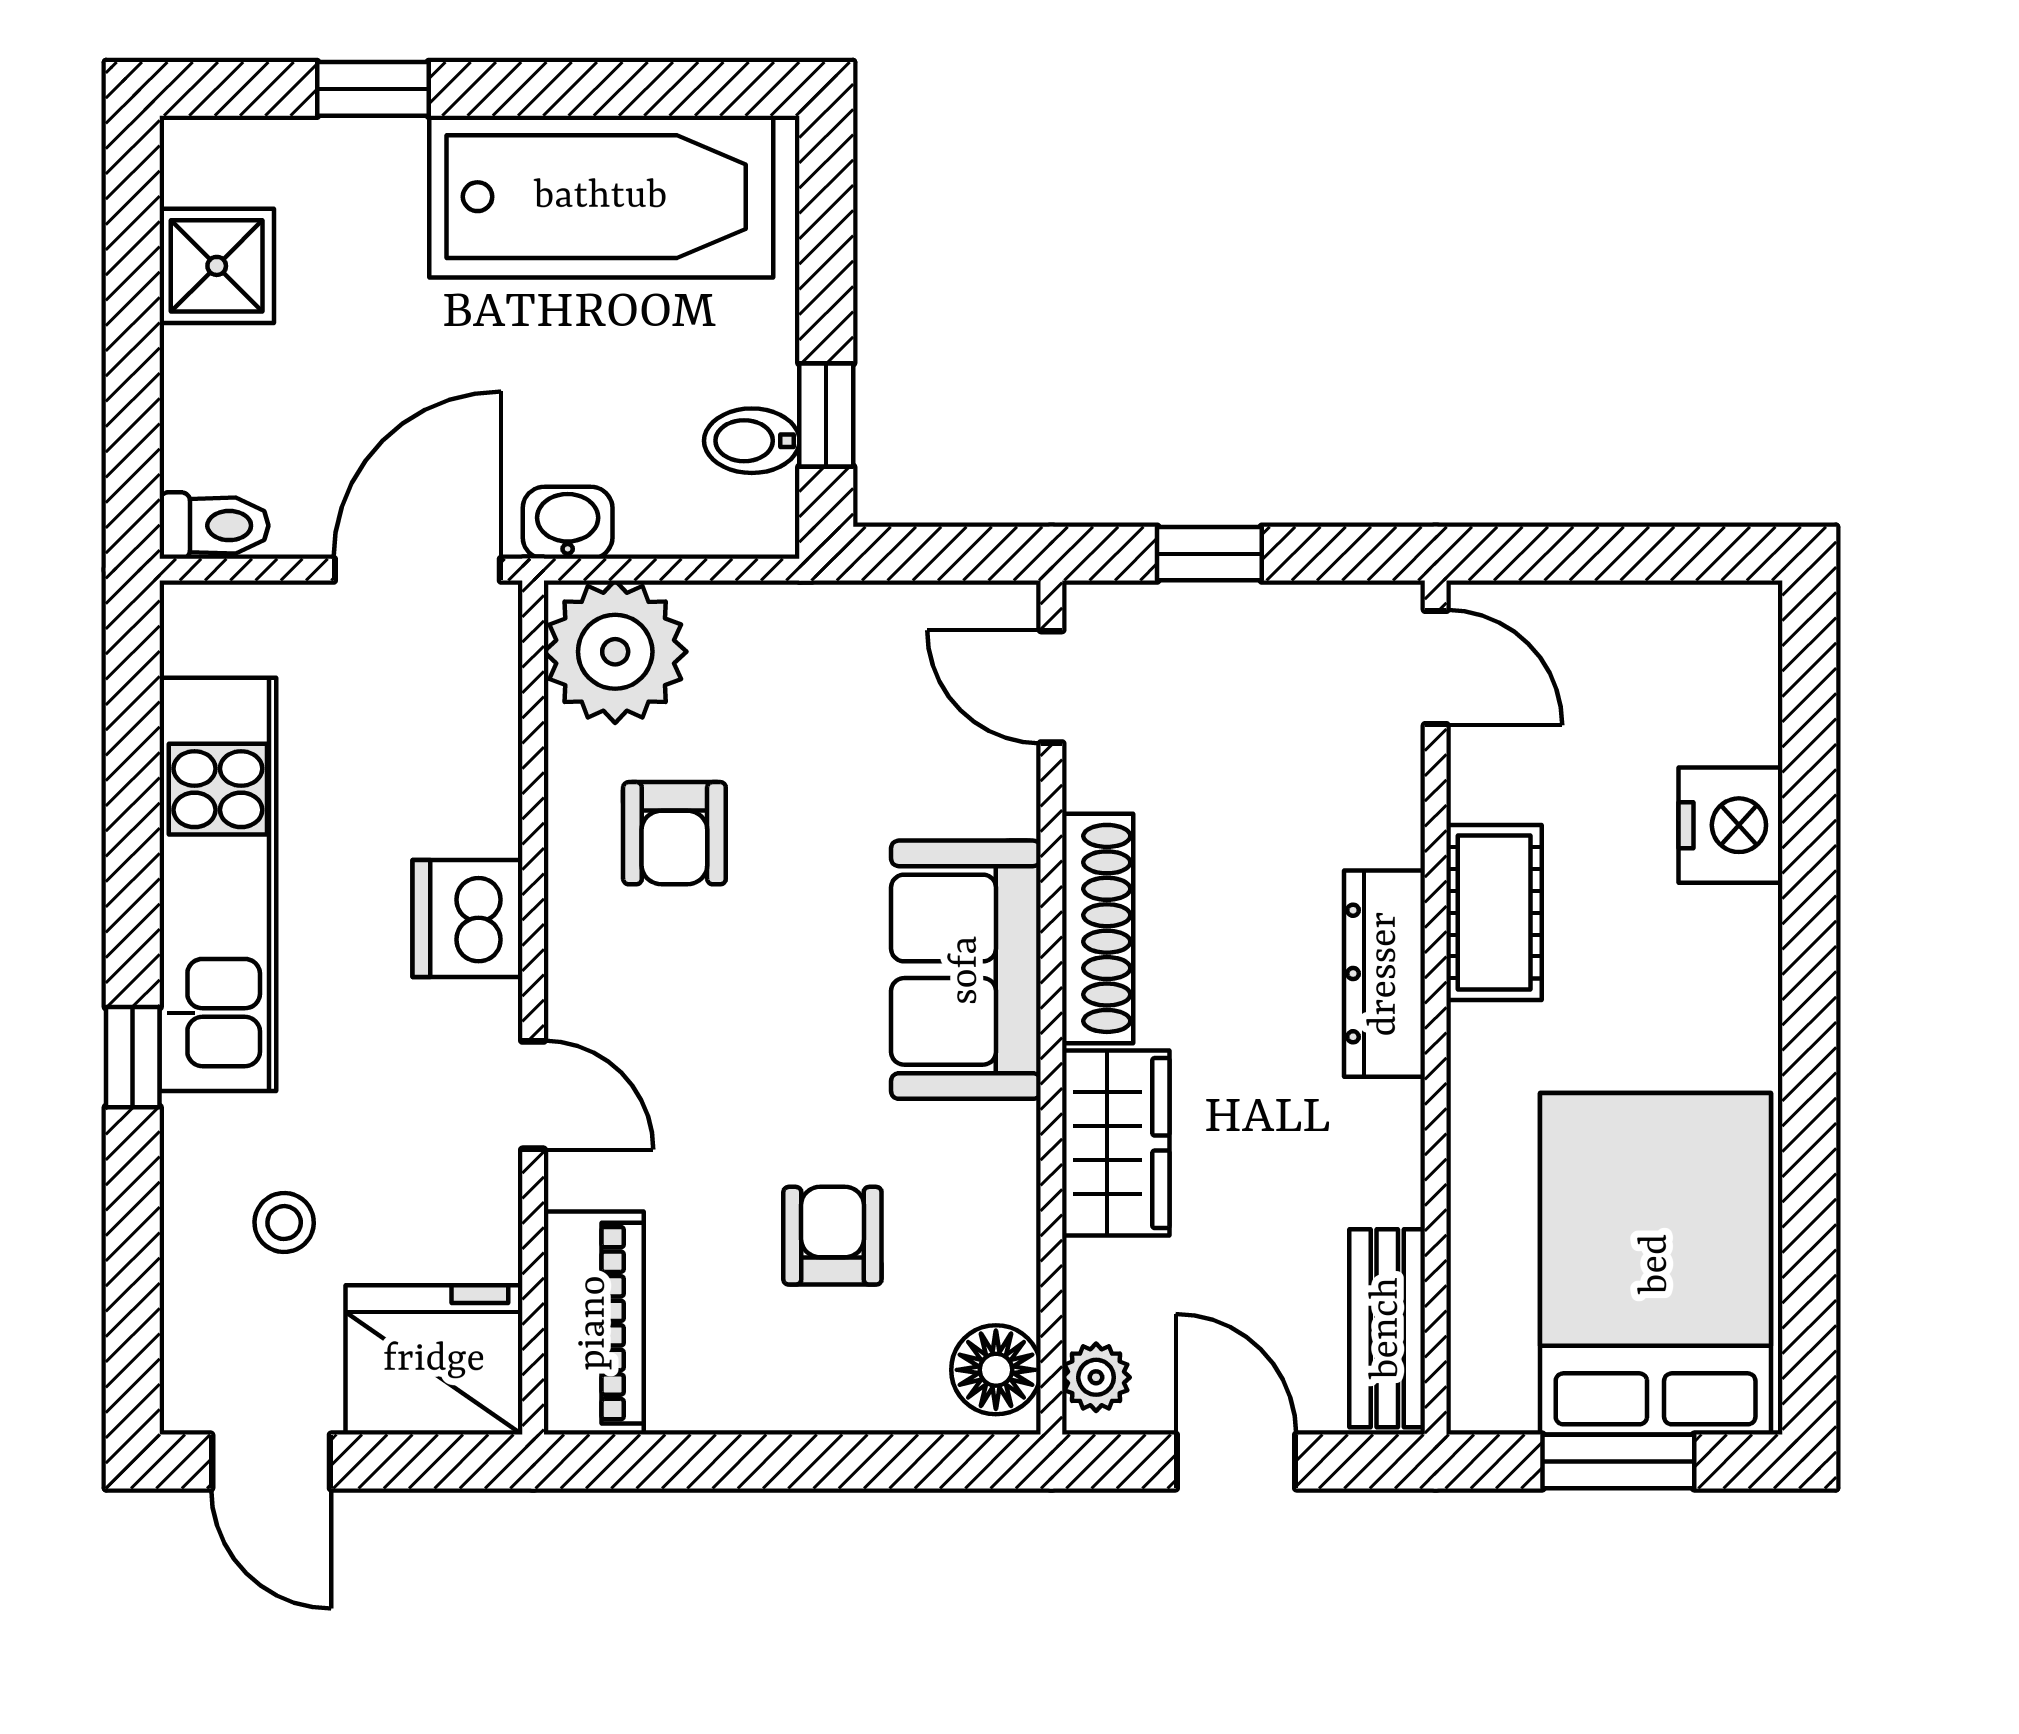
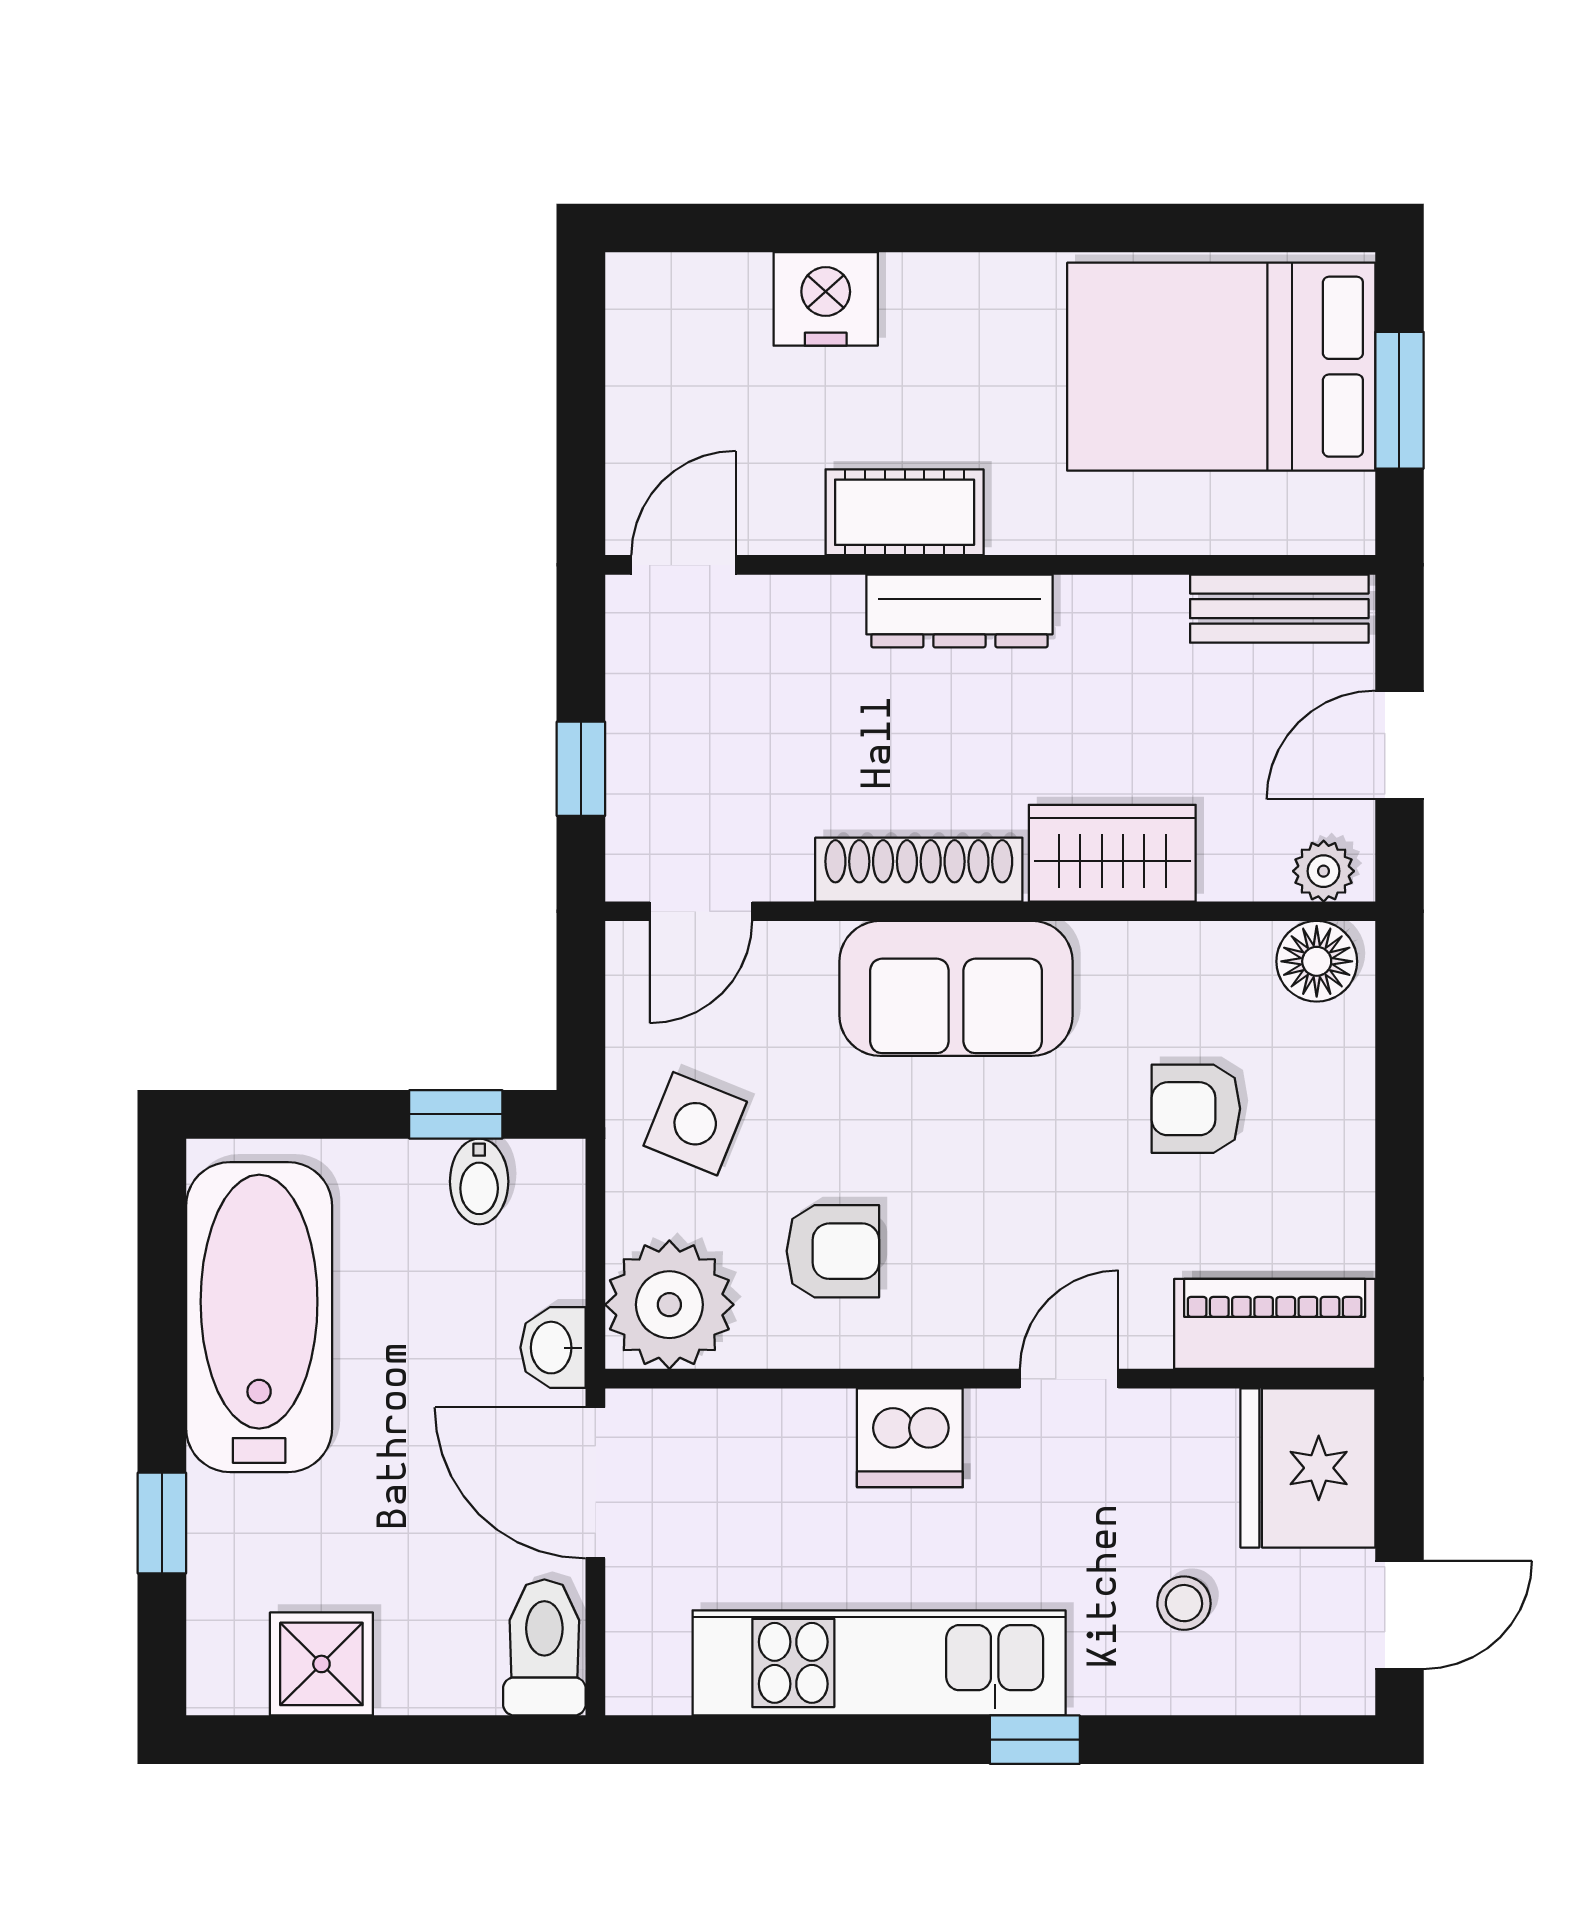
toilet: (214, 526) -> (544, 1647), width x1.37, depth x1.39
side table: (816, 680) -> (695, 1124), added

